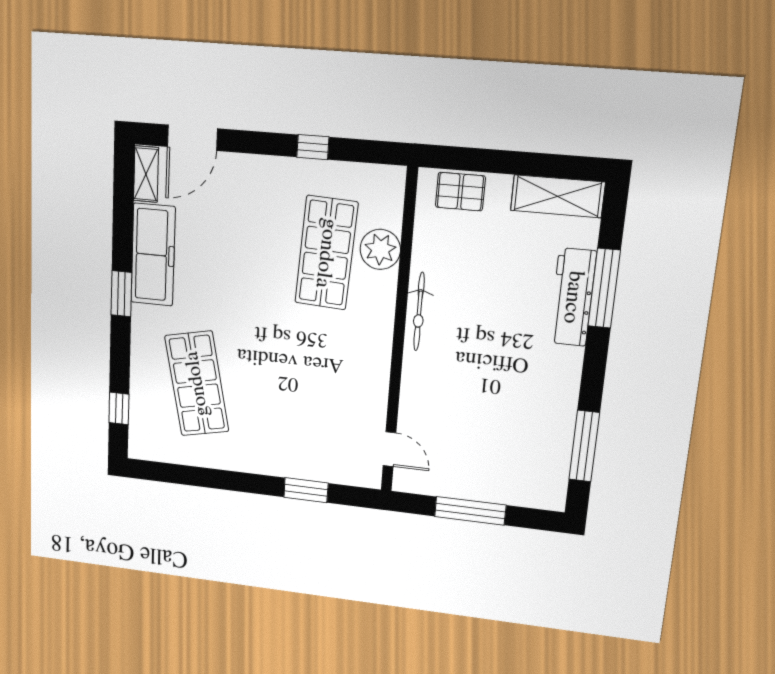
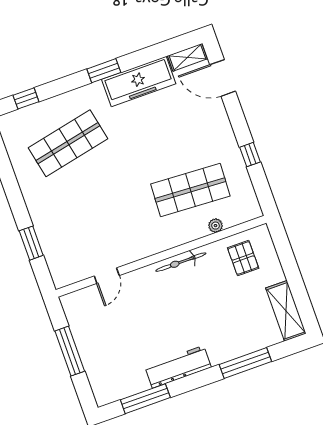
pallet: (460, 192) -> (243, 258), moved
plant: (380, 249) -> (216, 226), width x0.53, depth x0.53
workbench: (573, 297) -> (178, 367), moved
door: (390, 449) -> (107, 276), moved

